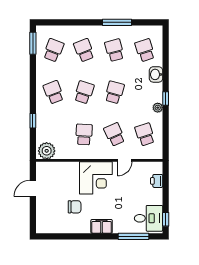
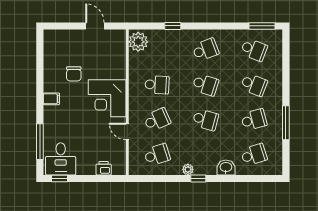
school desk: (84, 50) -> (254, 85), turned 42
filing cabinet: (102, 226) -> (51, 99), width x0.50

